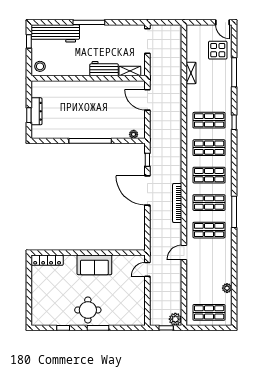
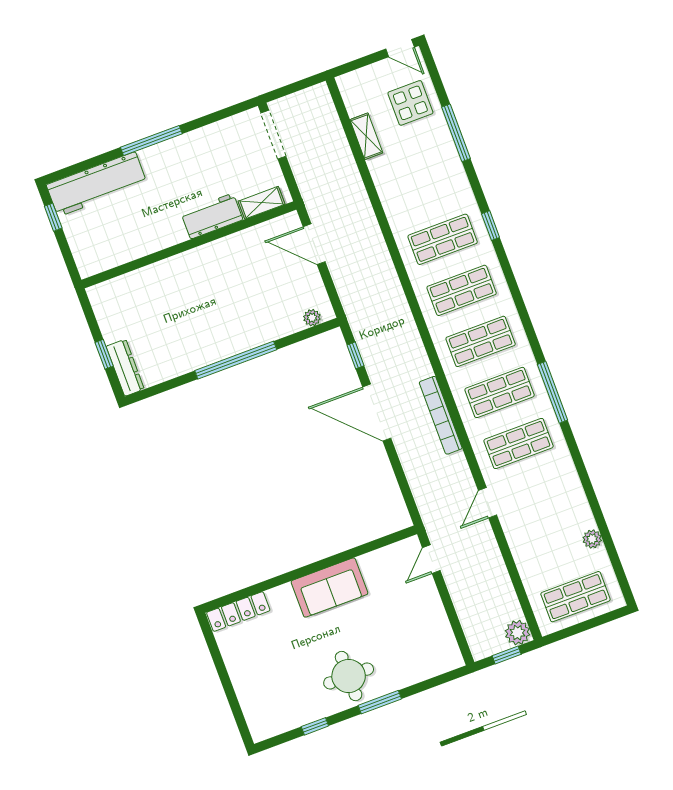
stool: (40, 66) -> (91, 256), removed
shelving: (191, 73) -> (366, 136), moved
dresser: (37, 111) -> (125, 368), moved

